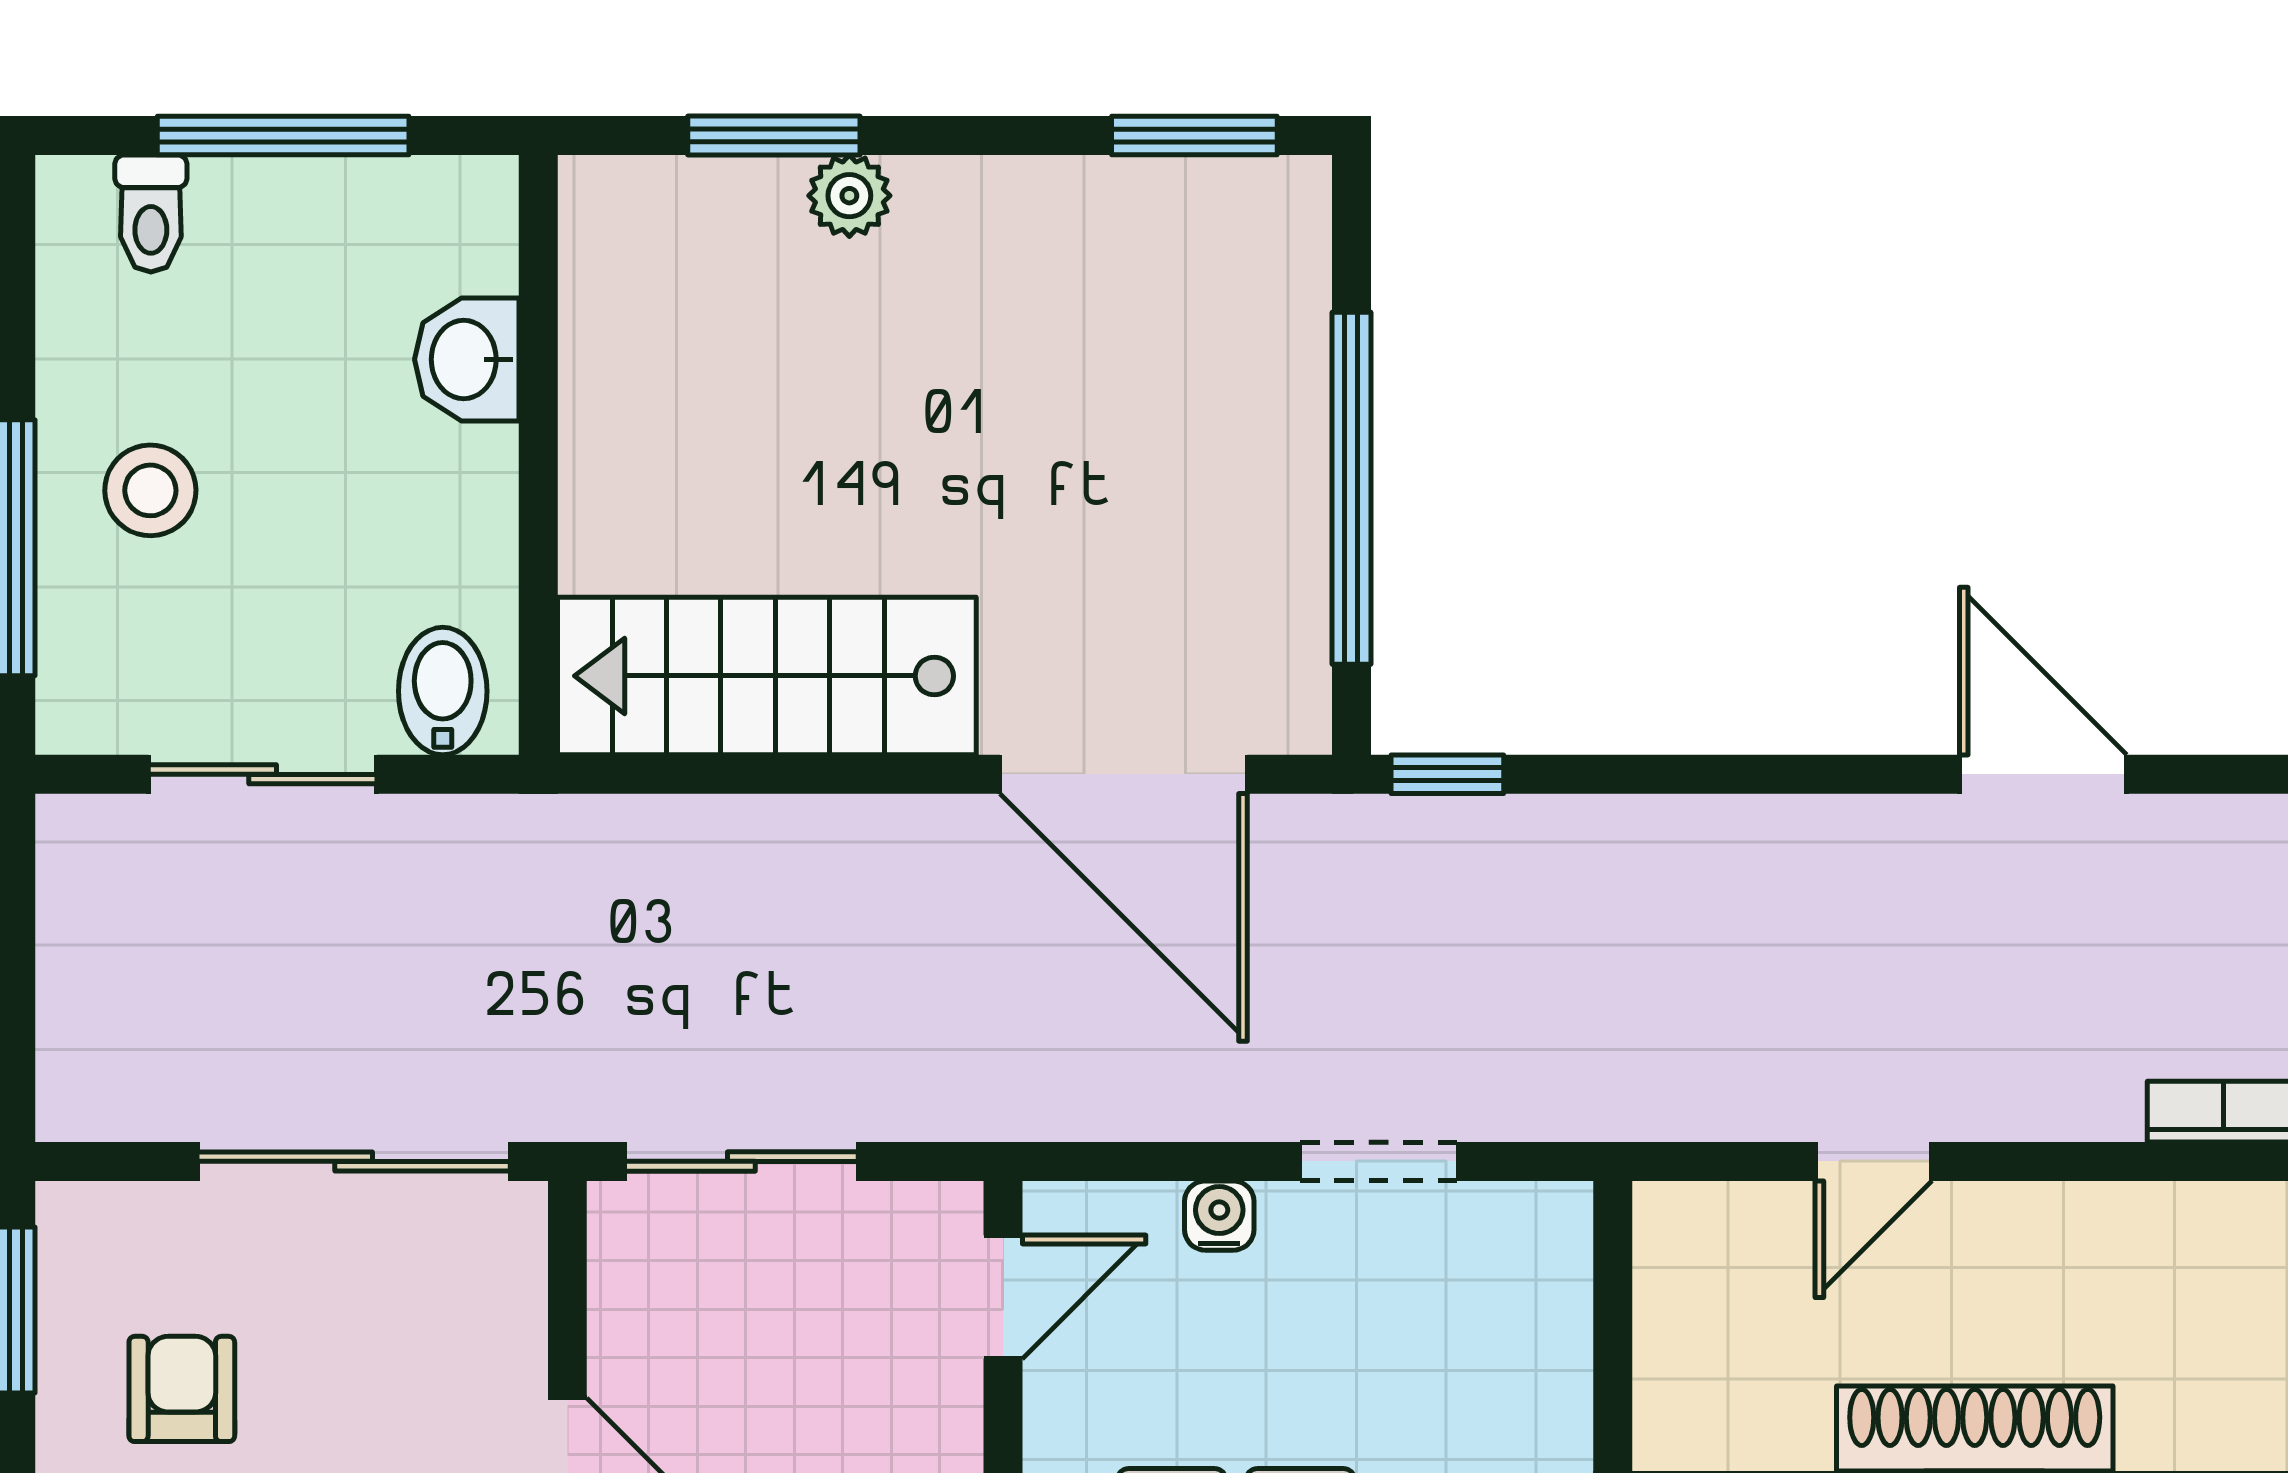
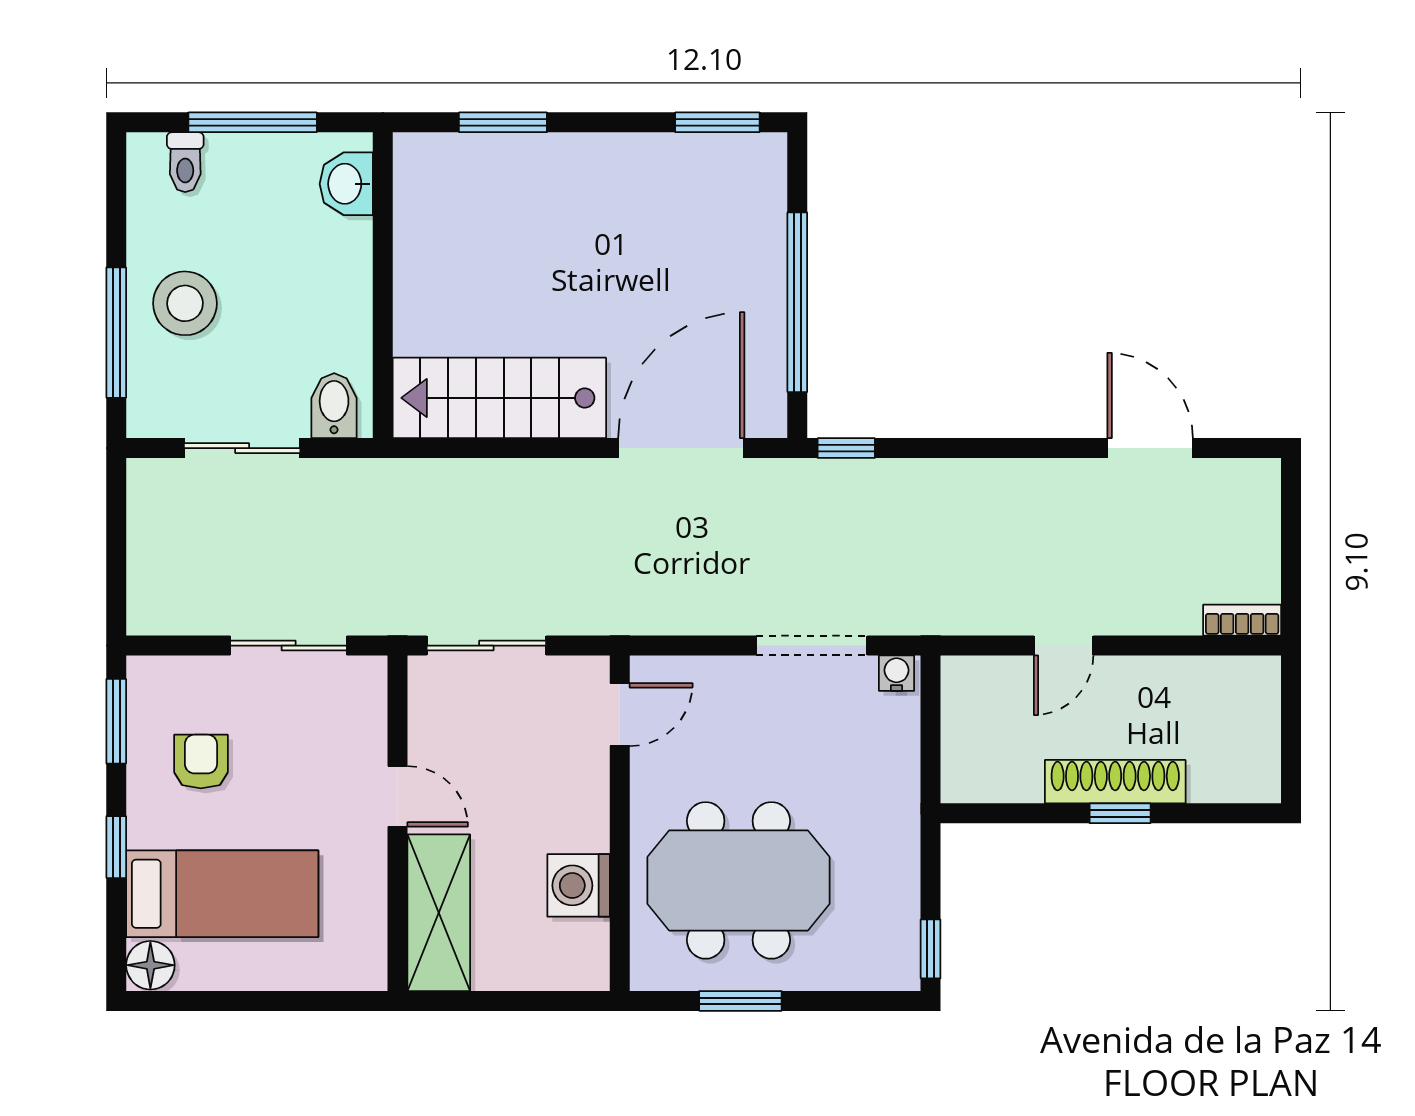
plant: (849, 196) -> (541, 153), removed
washbasin: (467, 359) -> (346, 184), moved
stool: (150, 490) -> (185, 303), width x1.38, depth x1.38
door: (1124, 774) -> (681, 448), swing flipped
sliding door: (354, 1161) -> (289, 646), width x0.73
doorway: (1379, 1161) -> (812, 646), width x1.38
water cooler: (1219, 1216) -> (897, 673), moved

